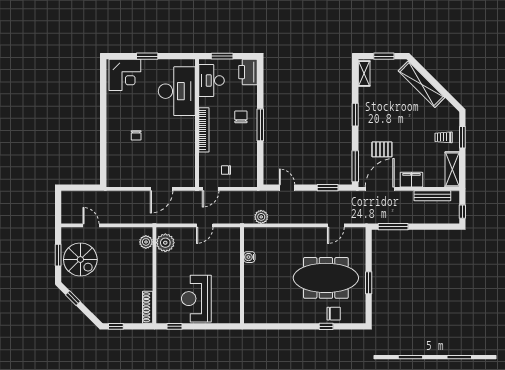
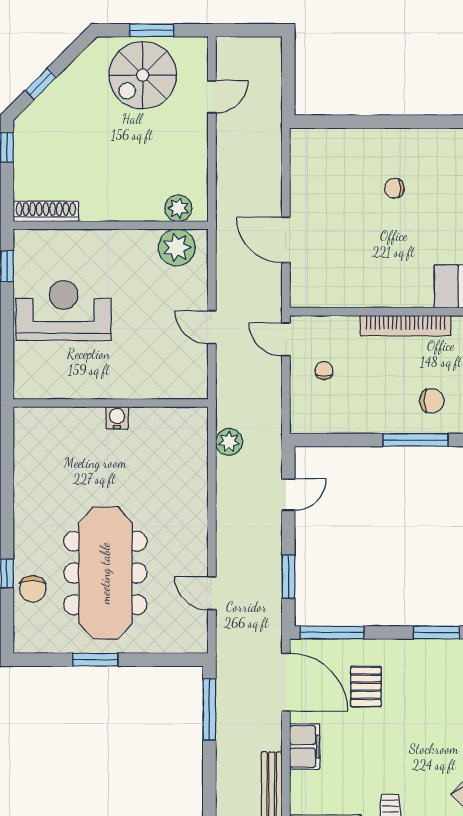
water cooler: (249, 257) -> (117, 418), moved
window: (73, 298) -> (40, 84), moved

